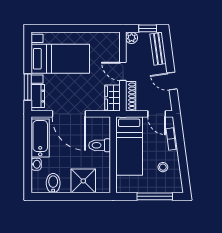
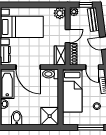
plant: (112, 40) -> (60, 13), added
door: (123, 71) -> (68, 36), swing flipped
toilet: (100, 145) -> (51, 74), moved
shower: (83, 181) -> (50, 116), moved

